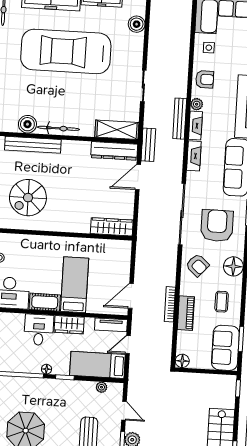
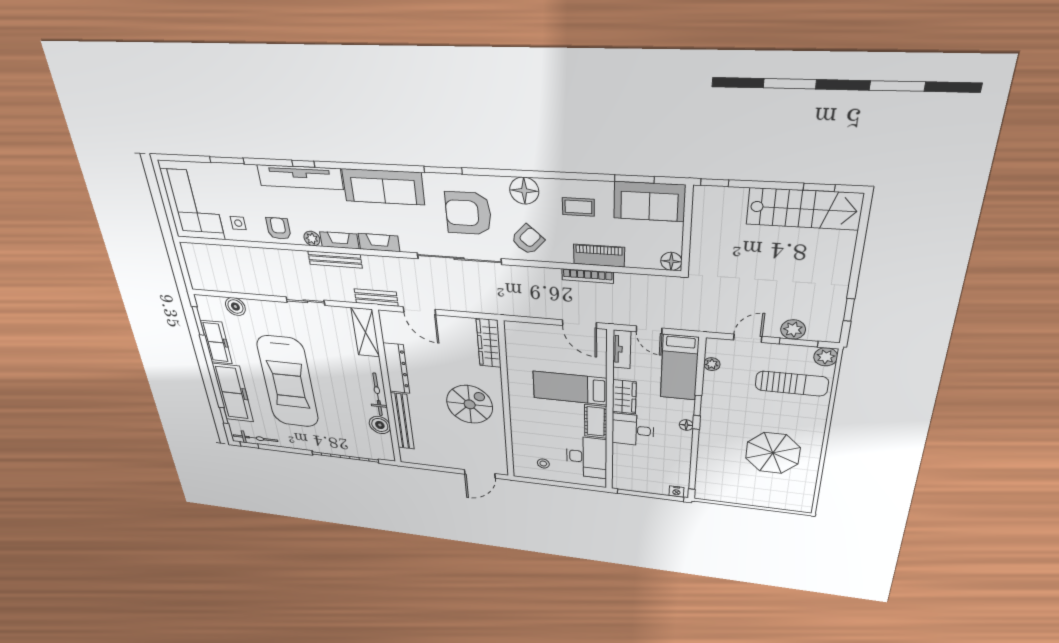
dresser: (114, 151) -> (396, 368), moved
spiral stairs: (28, 198) -> (470, 404), moved, turned -90

